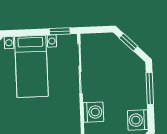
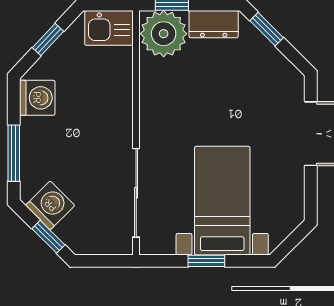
window: (60, 31) -> (206, 261), moved
washing machine: (93, 112) -> (50, 205), moved, turned 135

